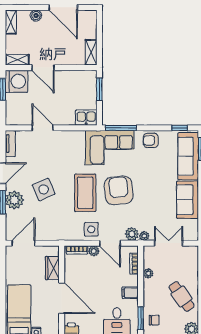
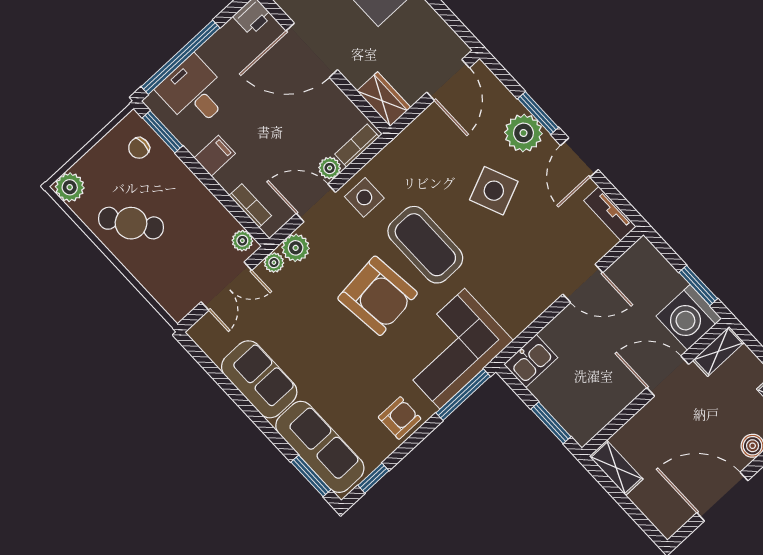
wardrobe: (52, 268) -> (384, 99), moved
plant: (148, 273) -> (242, 241), moved

